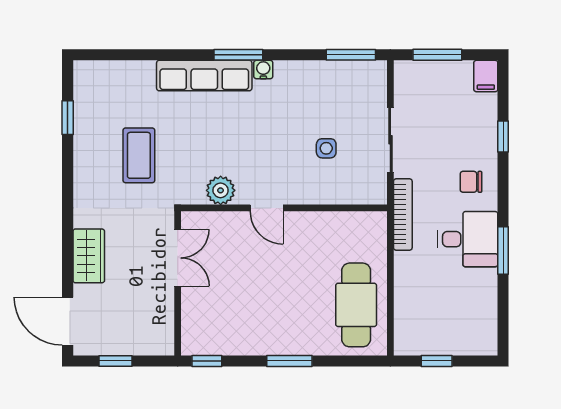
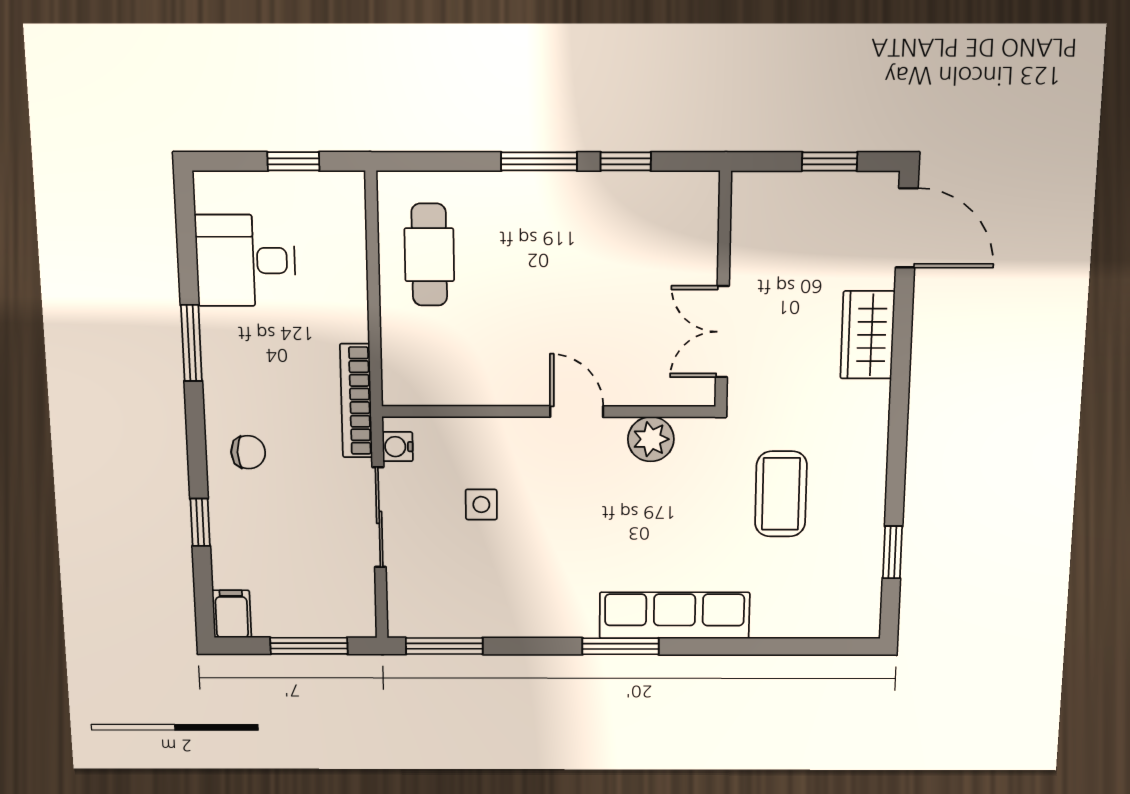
water cooler: (263, 70) -> (398, 447), moved, turned 90
desk: (468, 239) -> (245, 261), moved
cafe table: (356, 305) -> (429, 255), width x0.73, depth x0.74
window: (207, 361) -> (626, 161), moved

